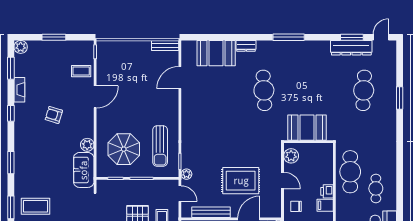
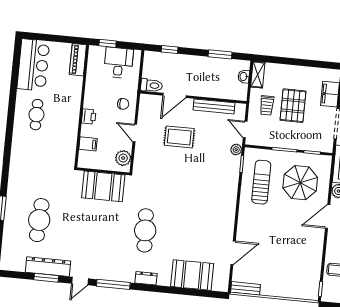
door: (381, 37) -> (80, 281), moved
dresser: (246, 46) -> (146, 278), moved
door: (95, 97) -> (328, 216), moved
cafe table: (350, 172) -> (62, 135), removed
rug: (241, 181) -> (179, 137), width x0.73, depth x0.70
filing cabinet: (325, 205) -> (88, 144), moved

